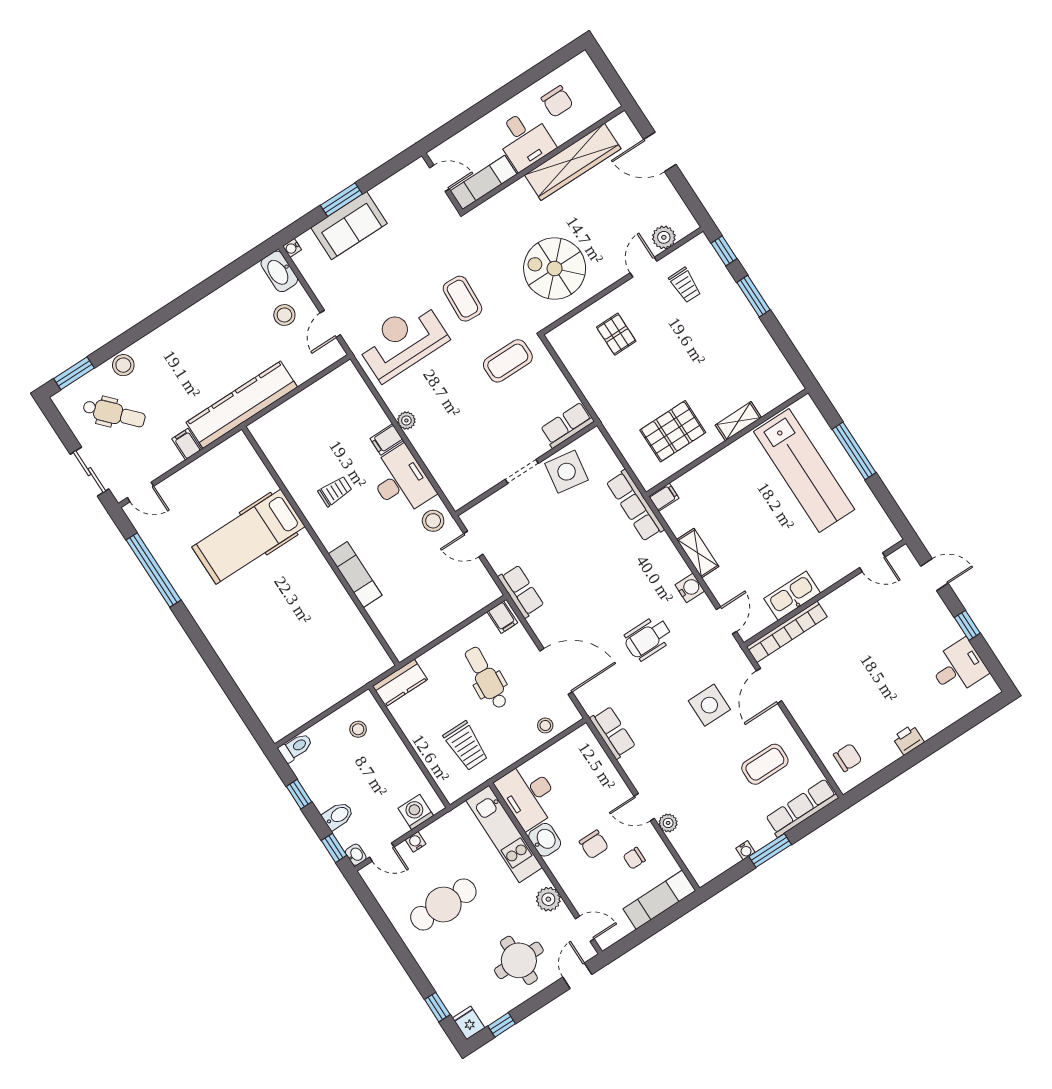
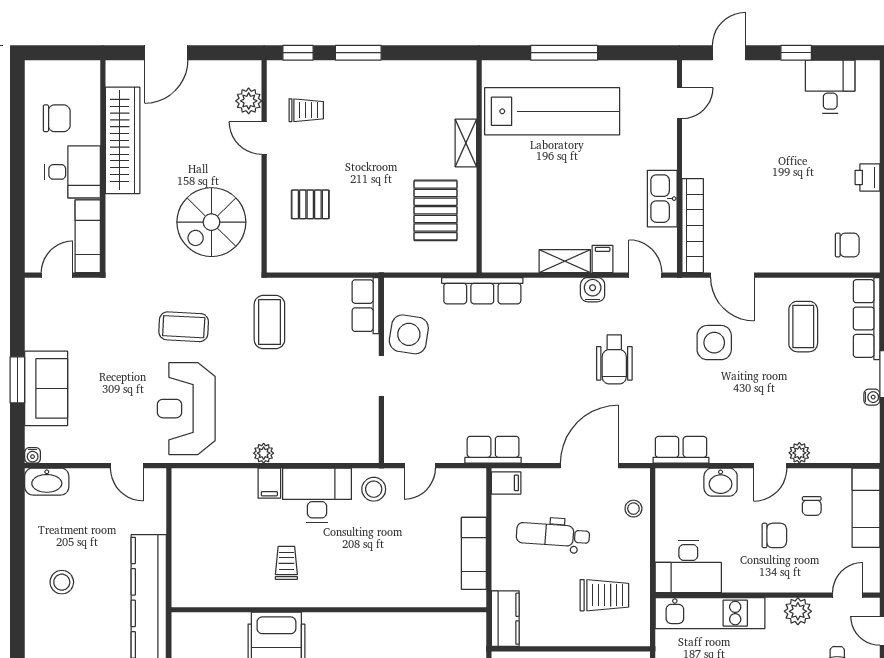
stool: (284, 315) -> (62, 582), moved
filing cabinet: (664, 497) -> (603, 259), moved
exam couch: (355, 575) -> (474, 553), moved, turned -90
chair: (848, 758) -> (847, 245), turned 90
washbasin: (545, 840) -> (721, 482), moved, turned 180

